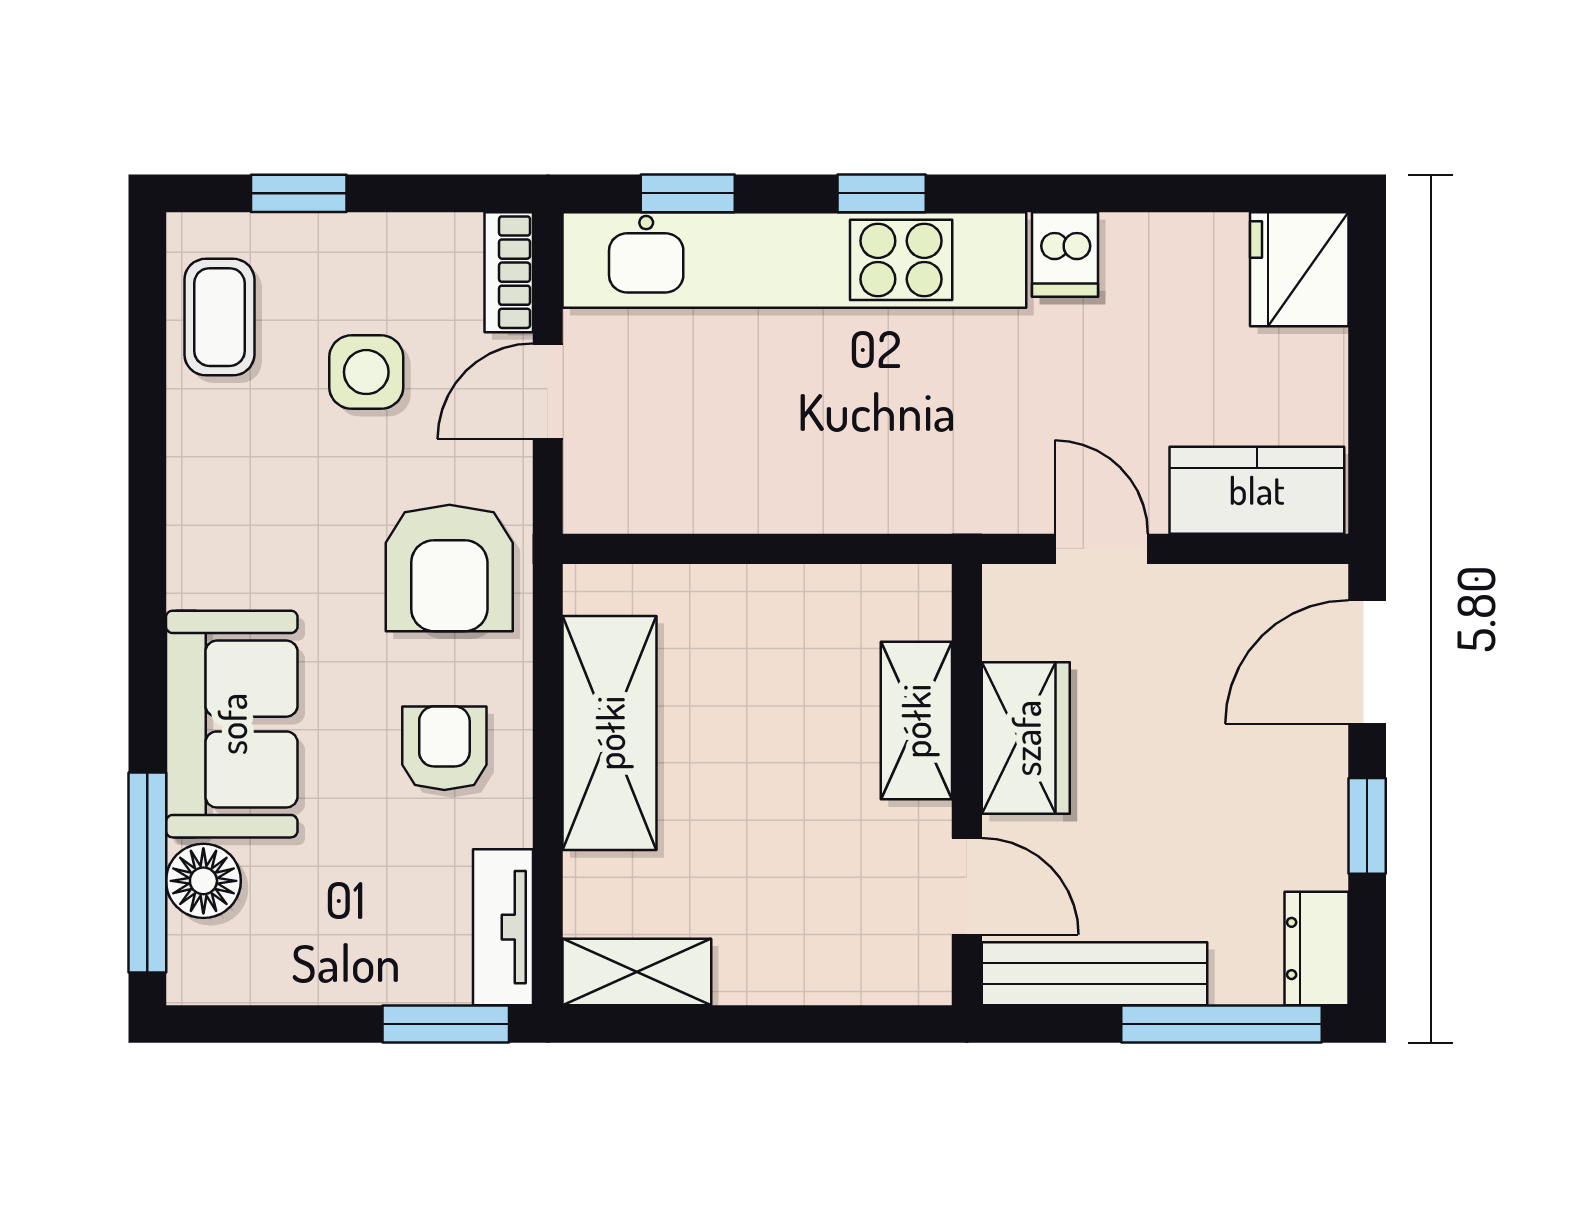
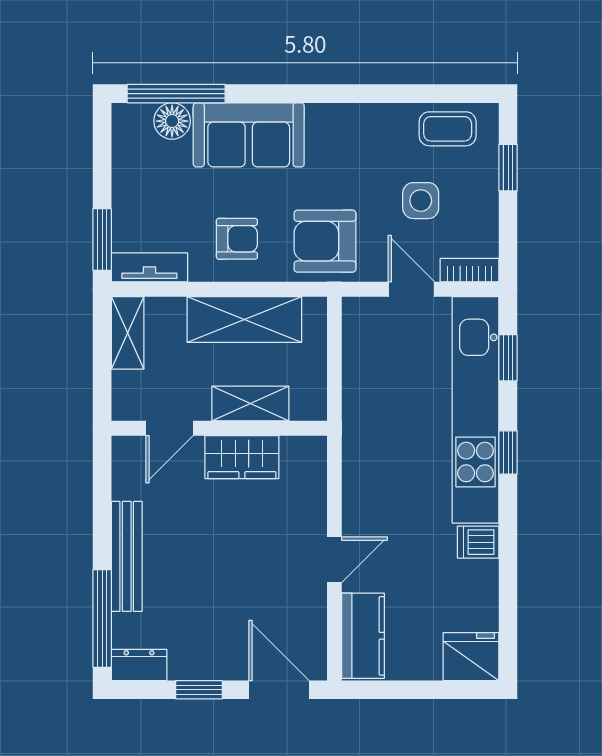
shelving: (916, 721) -> (250, 404), moved
wardrobe: (1026, 738) -> (242, 457), moved
wall: (967, 785) -> (219, 428), moved
door: (967, 886) -> (169, 428), moved

